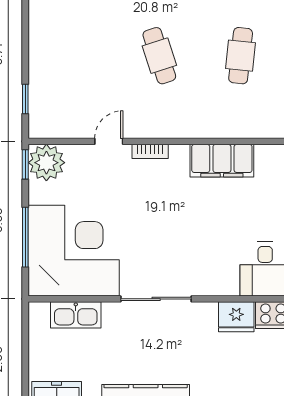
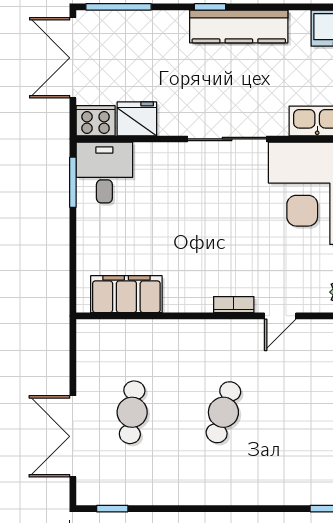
cafe table: (159, 56) -> (223, 412), turned 36
filing cabinet: (222, 161) -> (126, 294), moved

